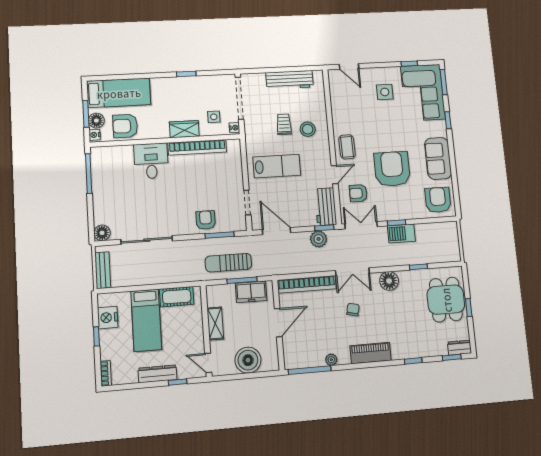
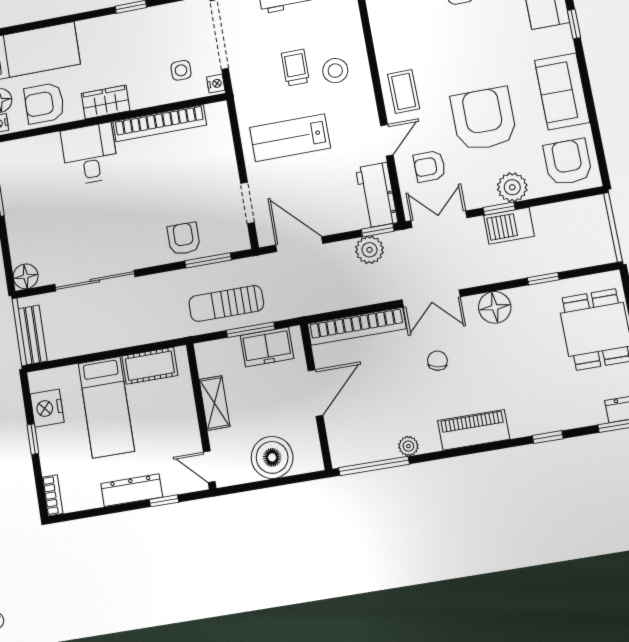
wardrobe: (184, 129) -> (106, 102), moved
lab bench: (277, 166) -> (290, 138), turned 180
plant: (405, 211) -> (512, 187), added

